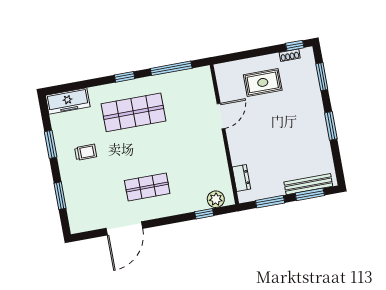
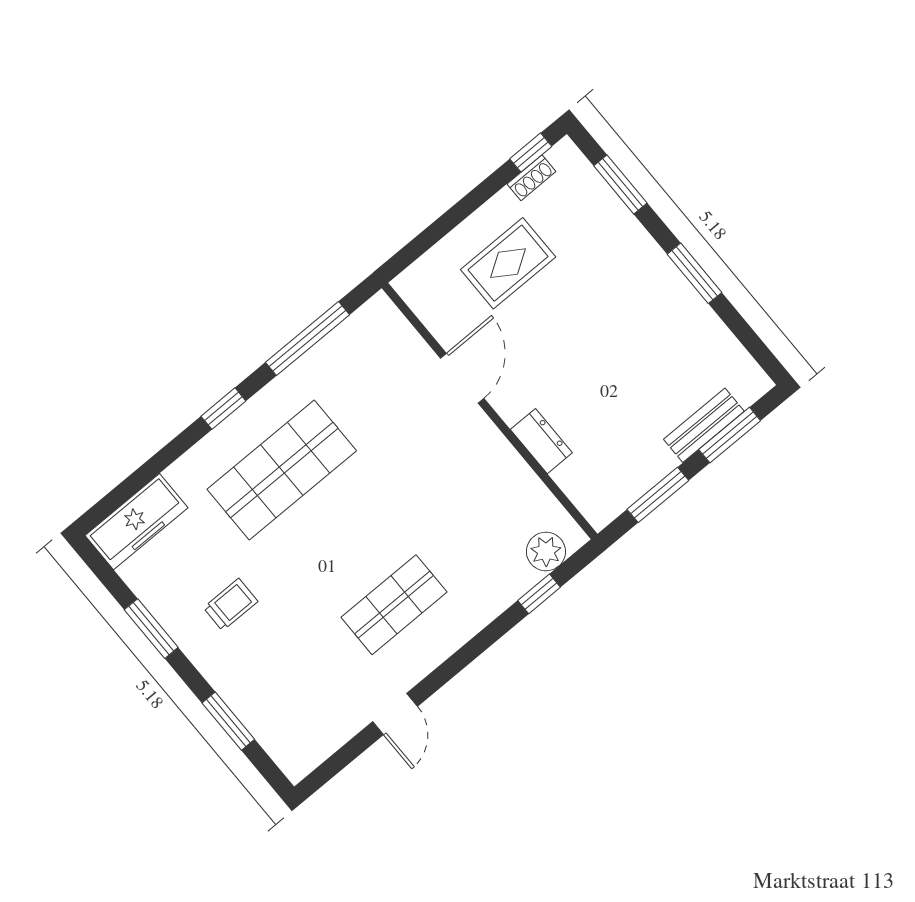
dresser: (241, 178) -> (541, 441), moved
bench: (308, 184) -> (704, 425), width x0.73
door: (124, 228) -> (395, 714), width x0.53

